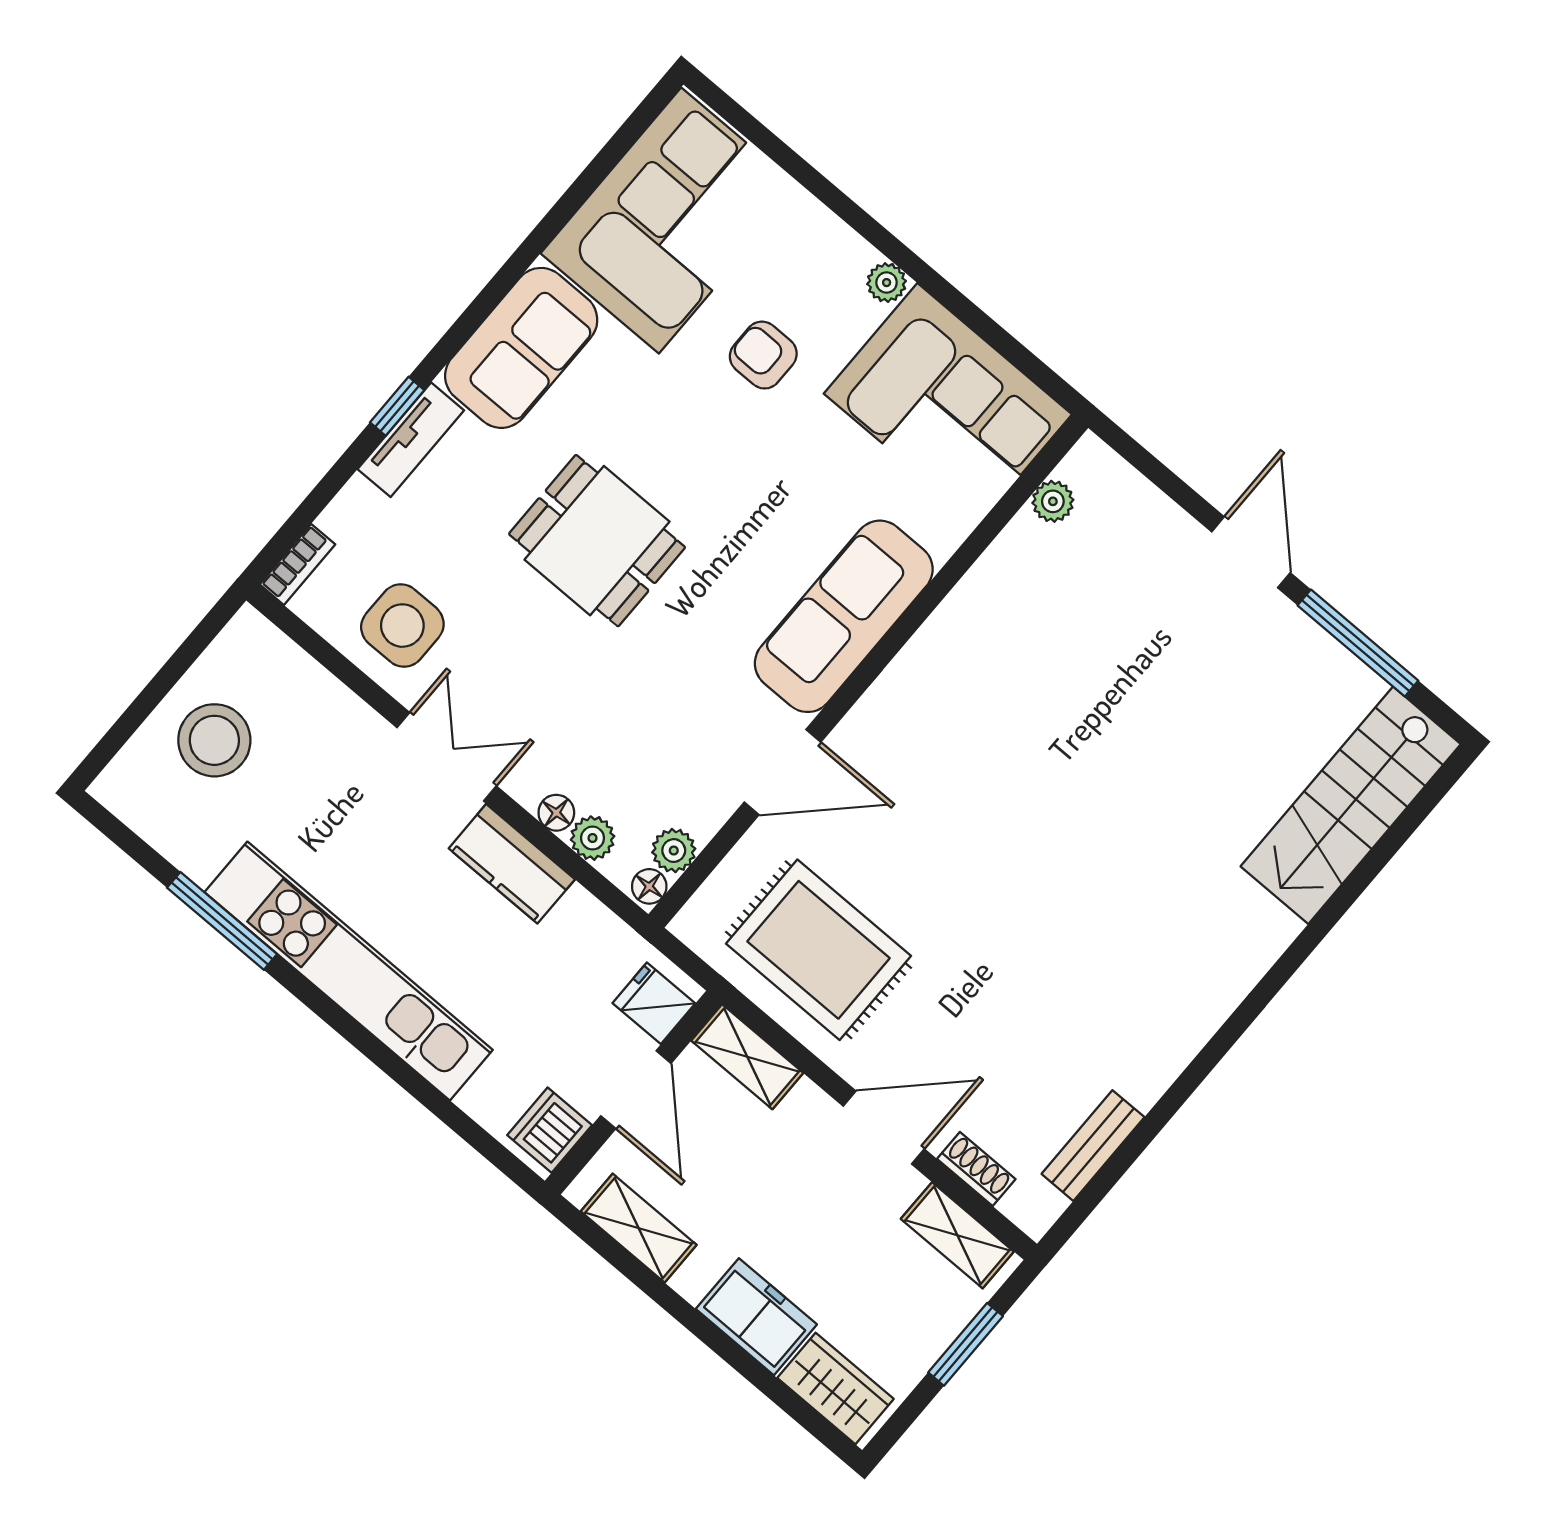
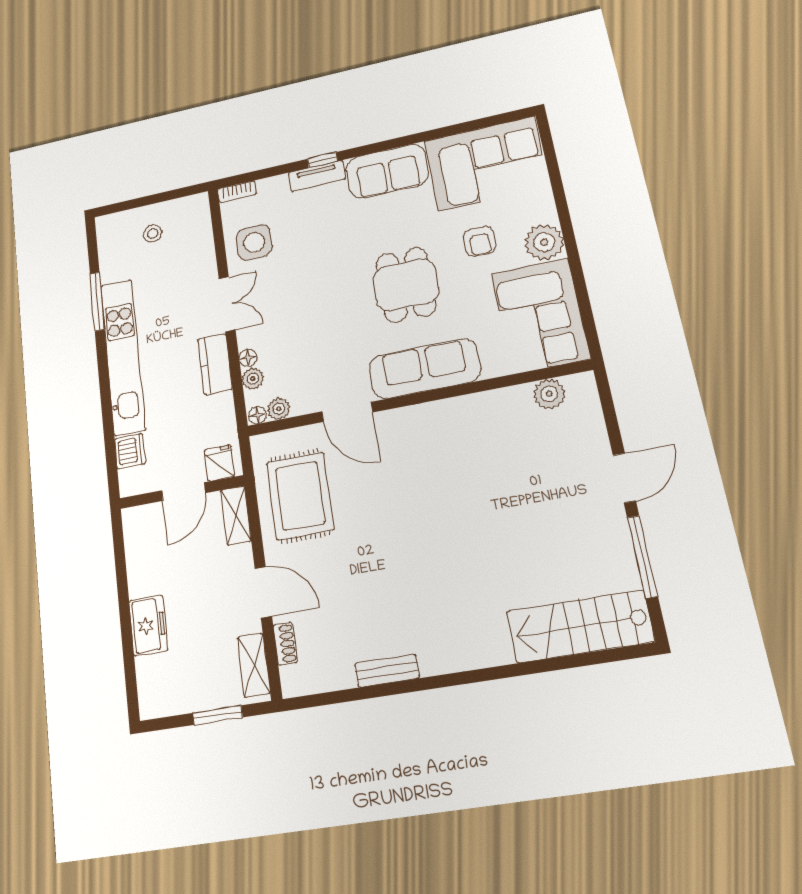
plant: (887, 283) -> (544, 242), width x1.87, depth x1.87
armchair: (763, 355) -> (480, 241), turned 180
plant: (1053, 501) -> (549, 394), width x1.38, depth x1.38
dining table: (597, 541) -> (406, 285), moved
stool: (214, 740) -> (153, 233), width x0.53, depth x0.53
dishwasher: (550, 1130) -> (130, 451), moved, turned 90
bench: (1093, 1146) -> (387, 671), moved
shelving: (639, 1228) -> (137, 548), removed
wardrobe: (835, 1388) -> (152, 685), removed

